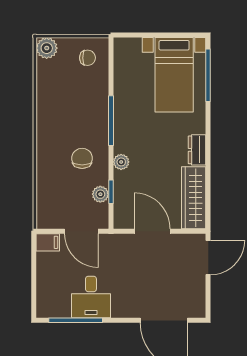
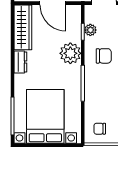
bed with nightstands: (174, 75) -> (45, 116), width x1.36
chair: (82, 158) -> (104, 56), turned -90
plant: (121, 162) -> (70, 53), width x1.88, depth x1.88

